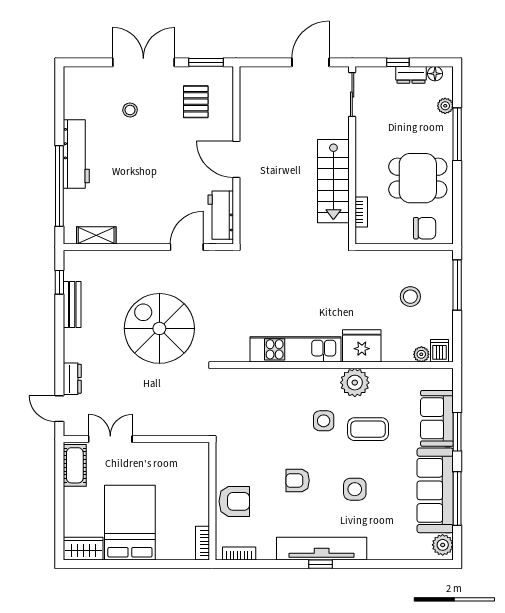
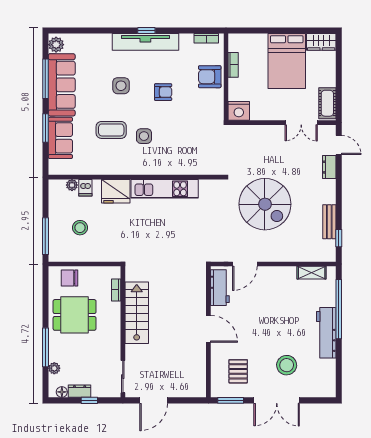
stool: (130, 110) -> (287, 365), width x1.89, depth x1.89
dishwasher: (440, 351) -> (85, 188), moved
plant: (355, 383) -> (121, 164), removed
nightstand: (195, 455) -> (239, 111), added
bookcase: (202, 543) -> (233, 65), moved

